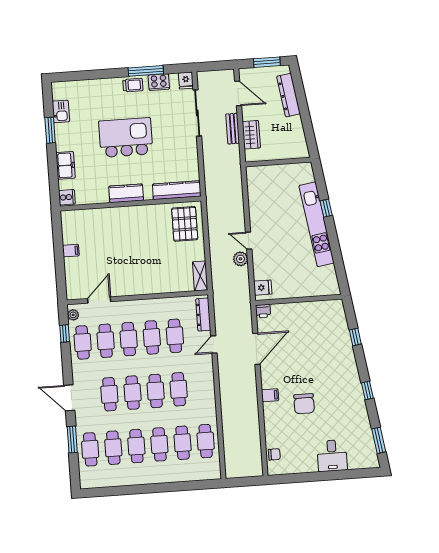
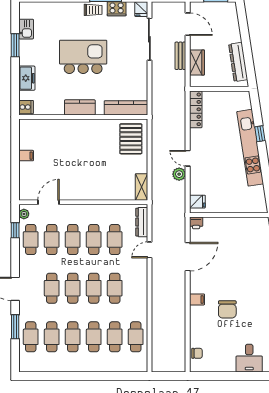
dresser: (288, 95) -> (238, 62), moved
locker: (254, 186) -> (196, 109), added

